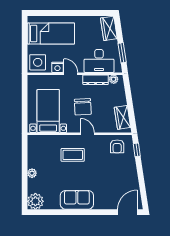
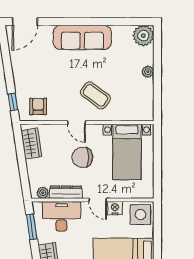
chair: (83, 107) -> (82, 157), turned -87
coffee table: (73, 155) -> (95, 95), turned 37
sofa: (77, 200) -> (82, 37), width x1.36

